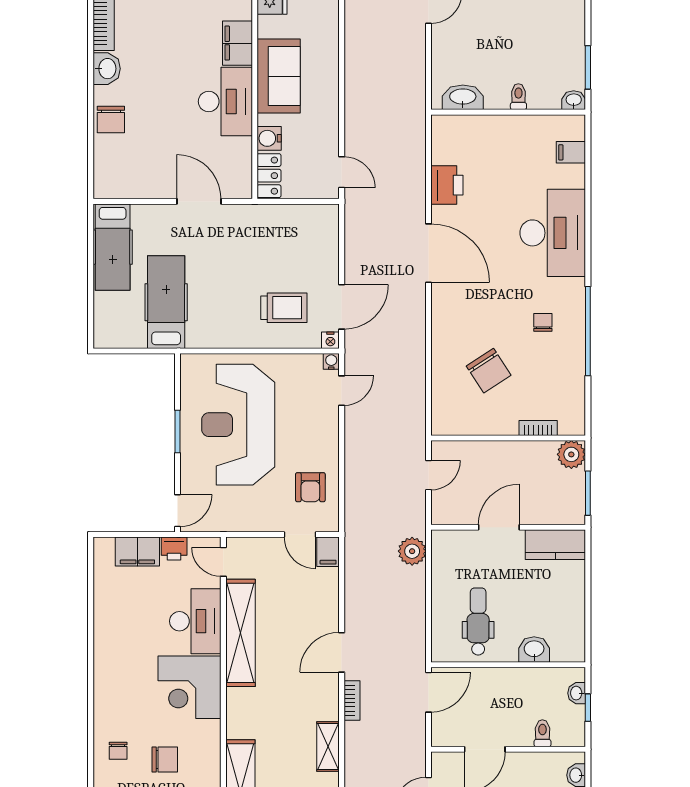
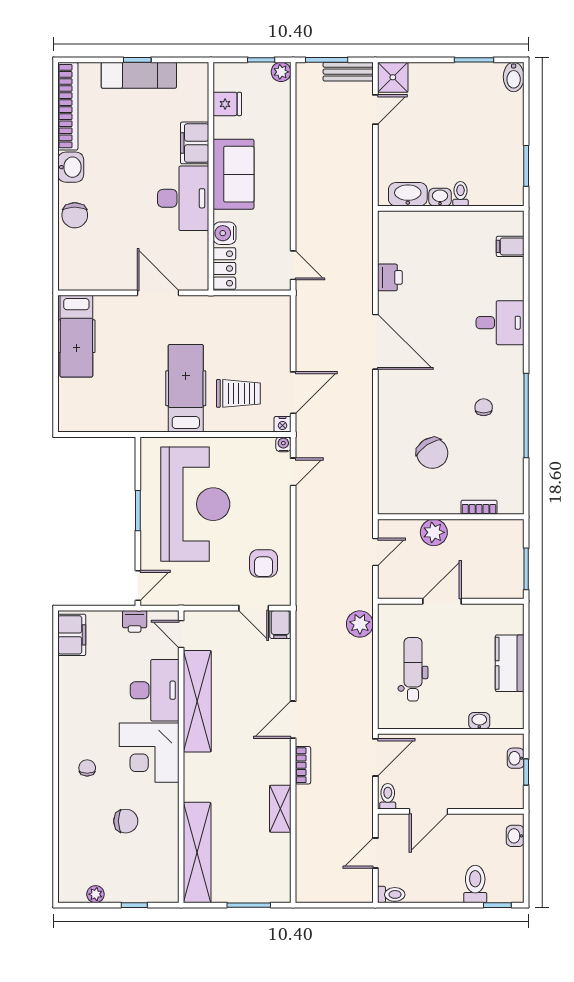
washbasin: (574, 100) -> (440, 197), moved
printer: (447, 185) -> (390, 277), width x0.73, depth x0.81
desk: (553, 233) -> (500, 323), width x0.53, depth x0.77
hospital bed: (166, 302) -> (186, 388), moved
reception desk: (238, 425) -> (195, 504), turned 180
plant: (571, 454) -> (434, 532), moved
kitchen counter: (555, 545) -> (510, 663), moved, turned 90
filing cabinet: (137, 552) -> (72, 635), moved, turned -90
dental chair: (478, 621) -> (413, 669), moved
washbasin: (534, 649) -> (479, 721), width x0.72, depth x0.69
toilet: (542, 733) -> (388, 796), moved
chair: (118, 751) -> (87, 768), moved, turned 180

